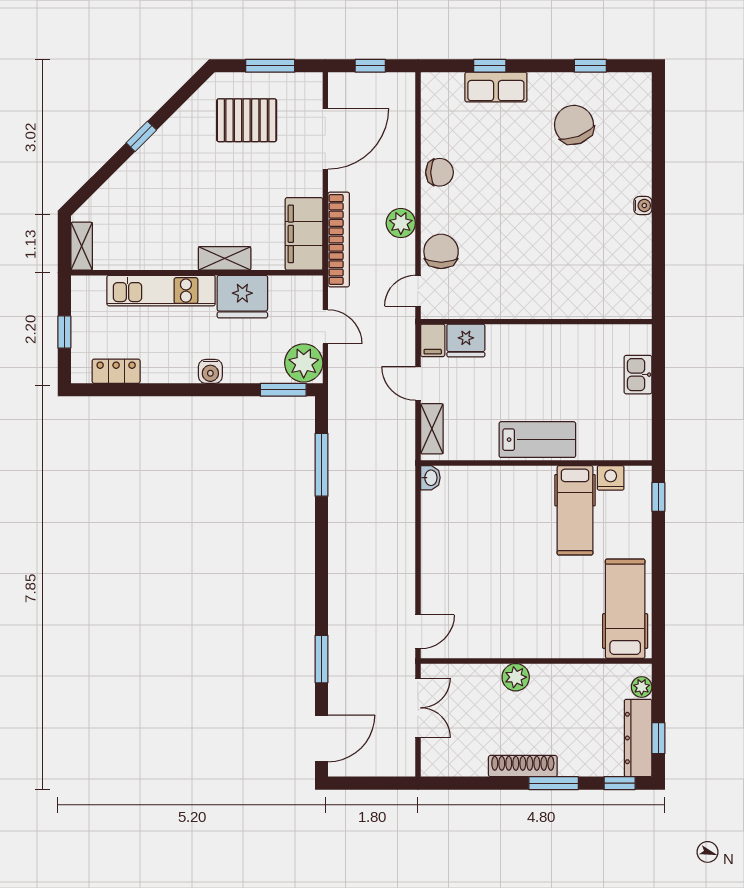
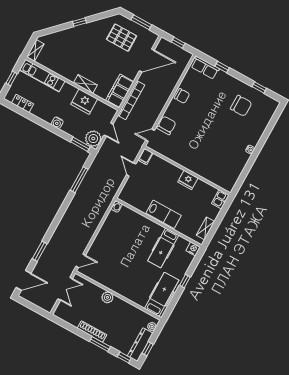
row of seats: (496, 87) -> (205, 68), moved
chair: (574, 125) -> (241, 106), turned 111
plant: (401, 223) -> (157, 107), removed
kitchen unit: (161, 291) -> (42, 76), moved
fridge: (466, 340) -> (188, 180), moved
kitchen sink: (638, 375) -> (220, 199), moved
shelving: (432, 429) -> (205, 228), moved
nightstand: (611, 478) -> (193, 249), moved
window: (658, 497) -> (185, 281), moved

